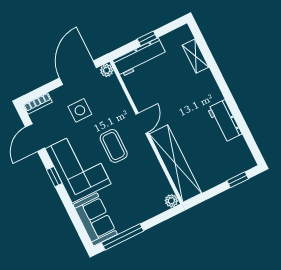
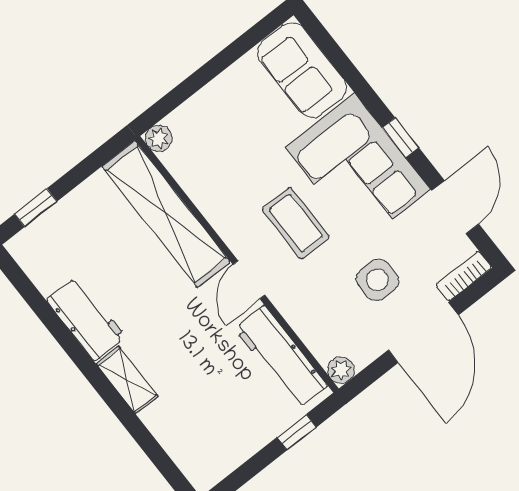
window: (147, 38) -> (297, 432), moved
shelving: (196, 56) -> (127, 380), moved
workbench: (140, 57) -> (281, 357), moved, turned -90
door: (78, 73) -> (423, 333), moved
window: (123, 237) -> (240, 47), removed

